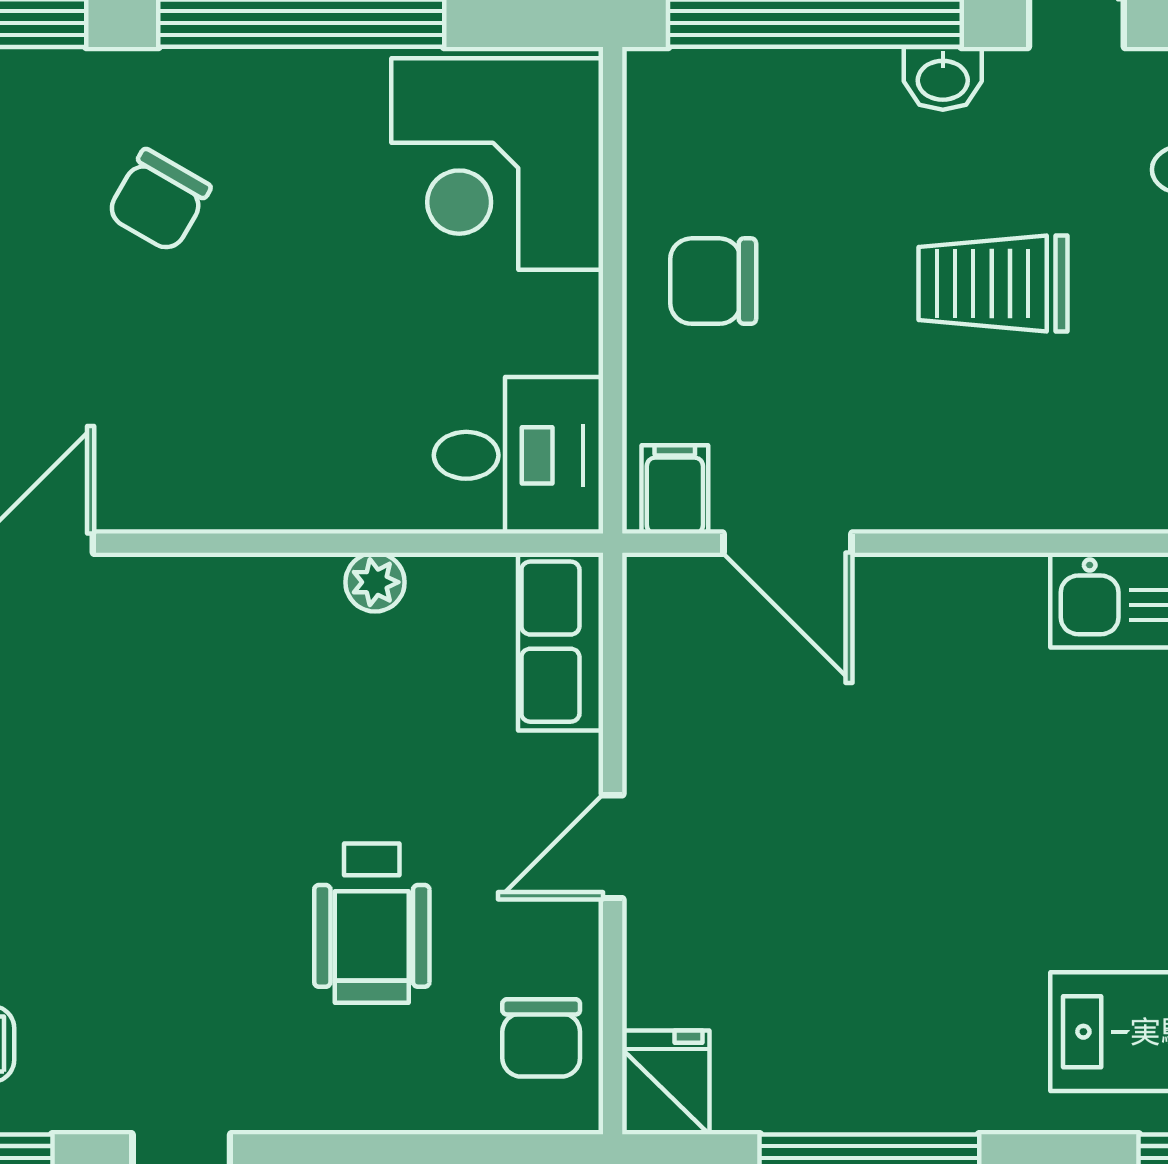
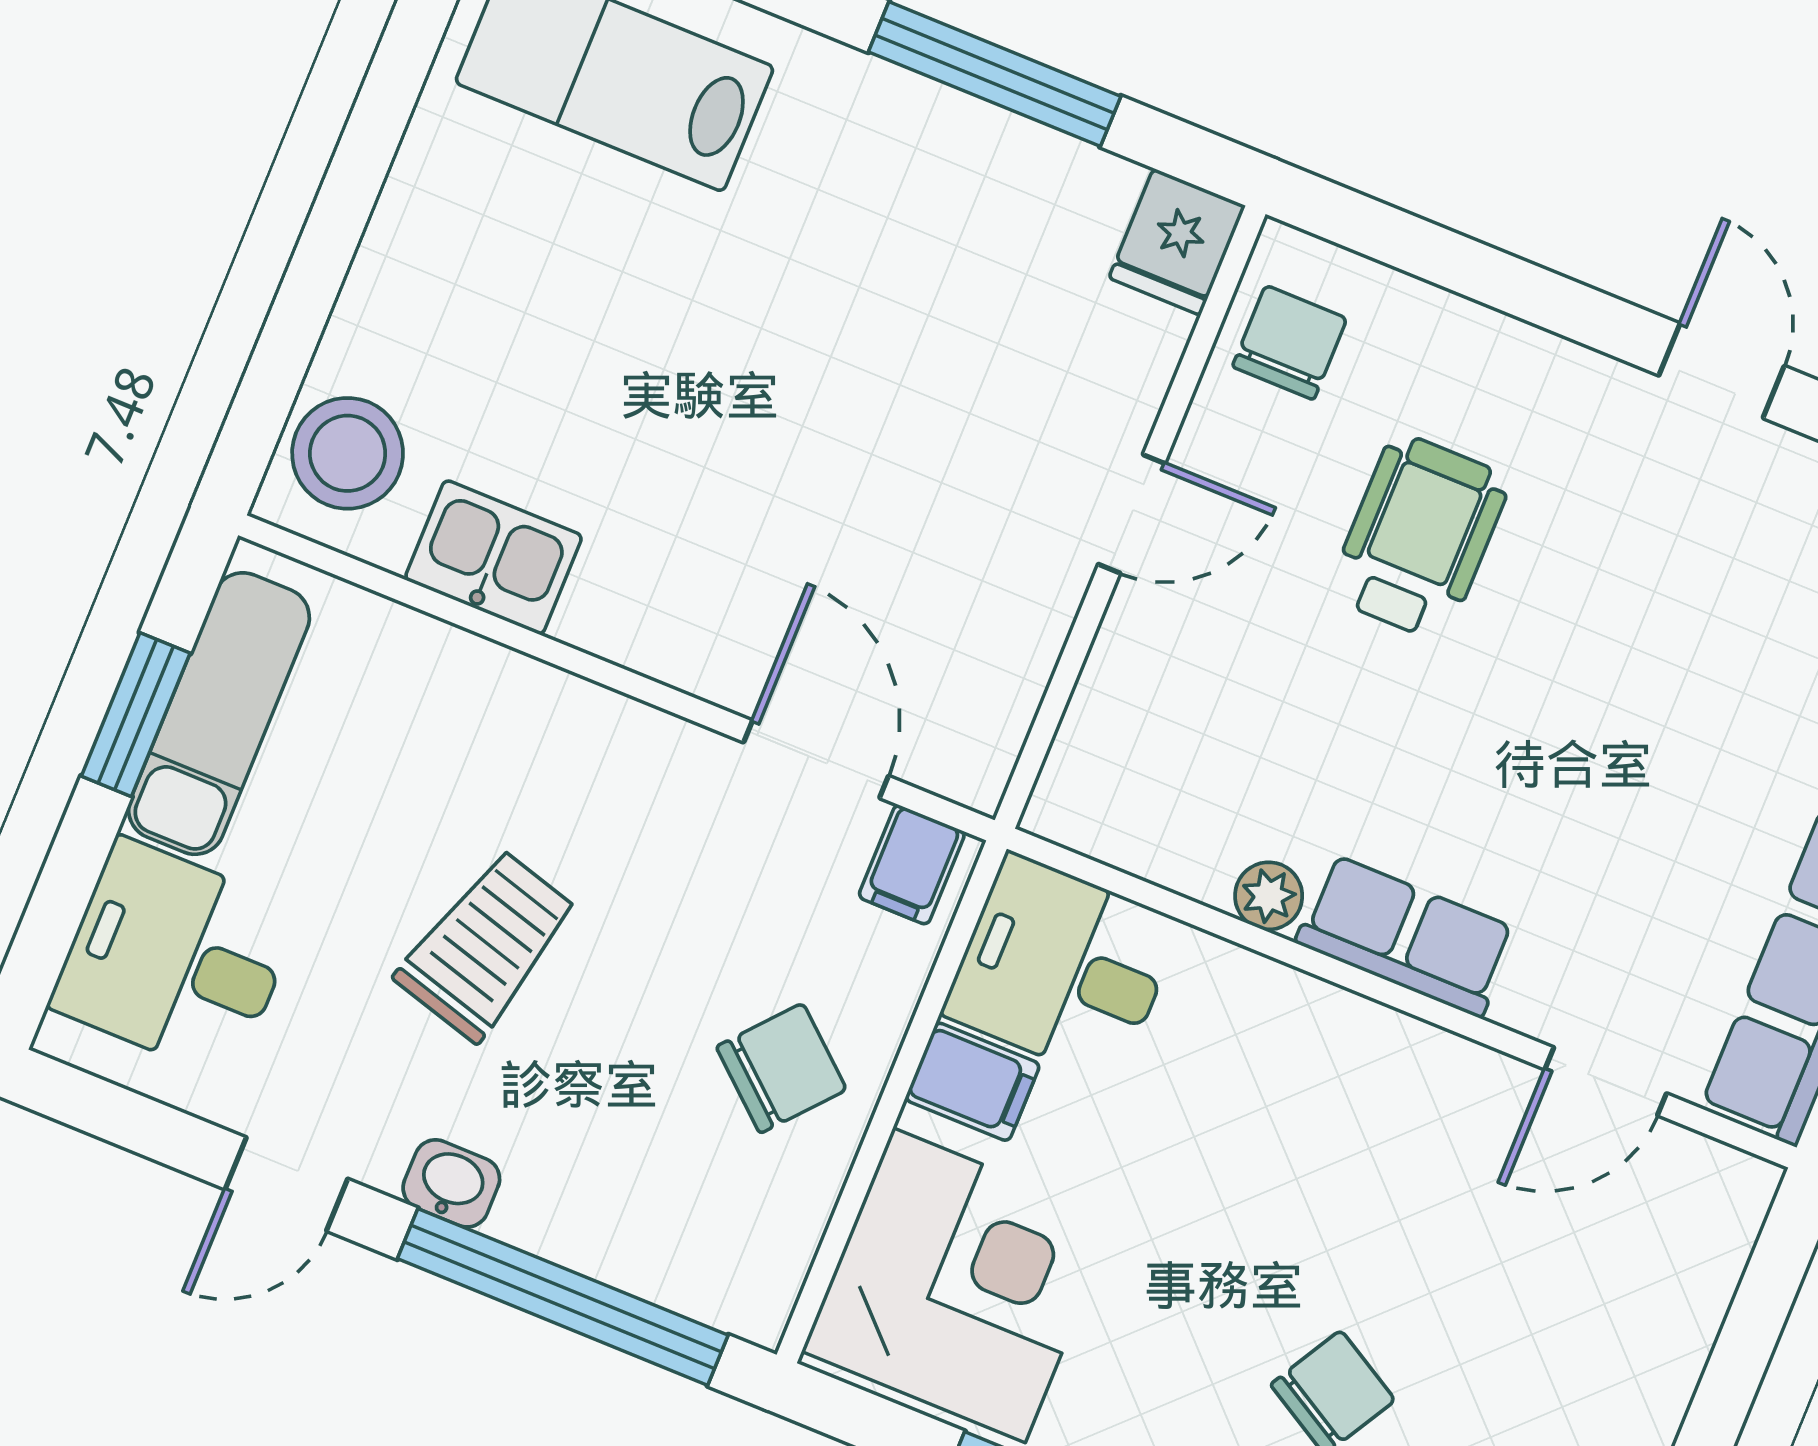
chair: (713, 281) -> (781, 1068), turned -49
trolley: (993, 283) -> (487, 945), turned -74
filing cabinet: (554, 333) -> (972, 1082), added
row of seats: (561, 642) -> (1406, 936), moved, turned -90

